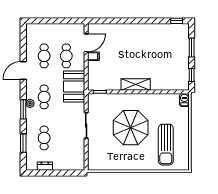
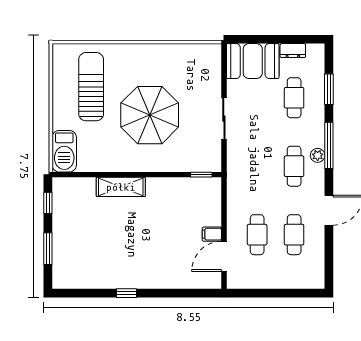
window: (177, 21) -> (127, 293), moved
shelving: (136, 84) -> (121, 187), moved
booth: (74, 87) -> (253, 61), moved, turned 90
barbecue: (184, 100) -> (64, 151), width x1.88, depth x1.53
window: (23, 109) -> (329, 145), width x1.44

